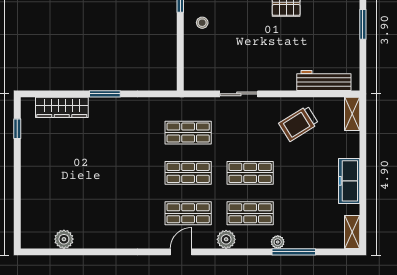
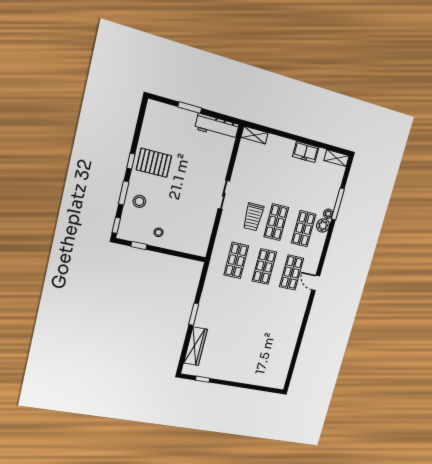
workbench: (324, 80) -> (217, 127), moved, turned -90
sliding door: (239, 94) -> (224, 195), moved
trolley: (299, 124) -> (253, 217), moved, turned 32
freezer: (349, 181) -> (306, 152), width x0.71
plant: (64, 239) -> (285, 360), removed
plant: (226, 239) -> (323, 226), moved

